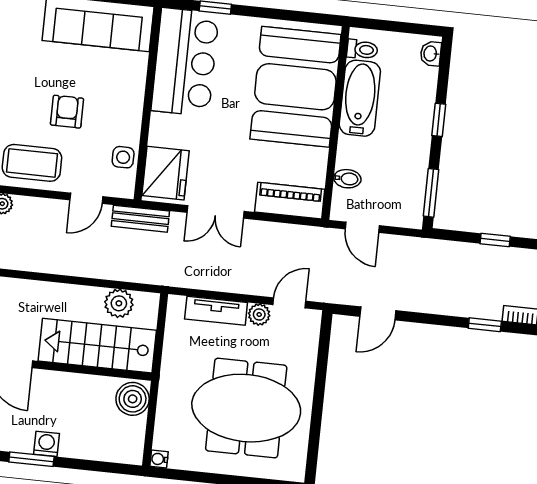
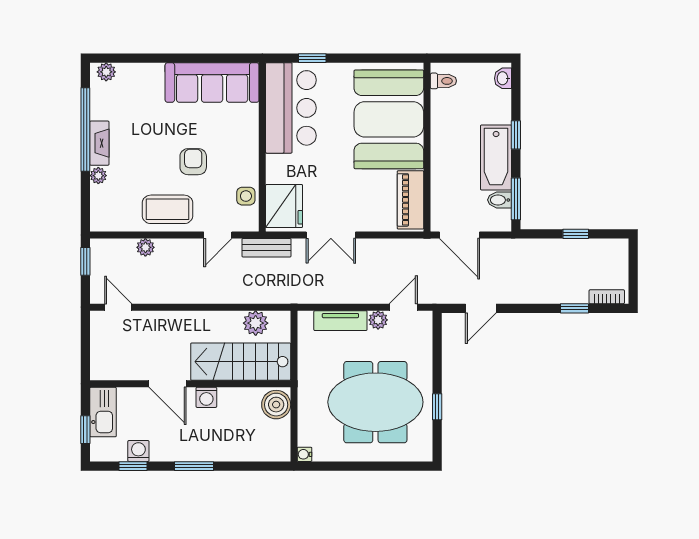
bathtub: (360, 98) -> (496, 157), moved, turned 180
bidet: (347, 179) -> (500, 200), moved, turned 180
piano: (290, 201) -> (410, 200), moved, turned -90
door: (362, 227) -> (460, 235), width x1.38
window: (316, 421) -> (437, 407), added
washing machine: (46, 444) -> (206, 397), moved, turned 180

